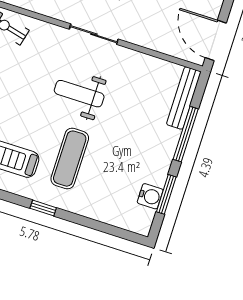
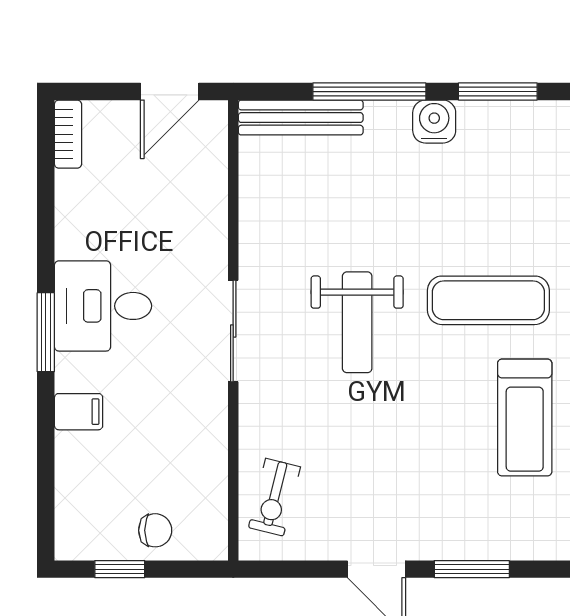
door: (216, 40) -> (170, 92), width x0.73
water cooler: (150, 196) -> (434, 122), moved

